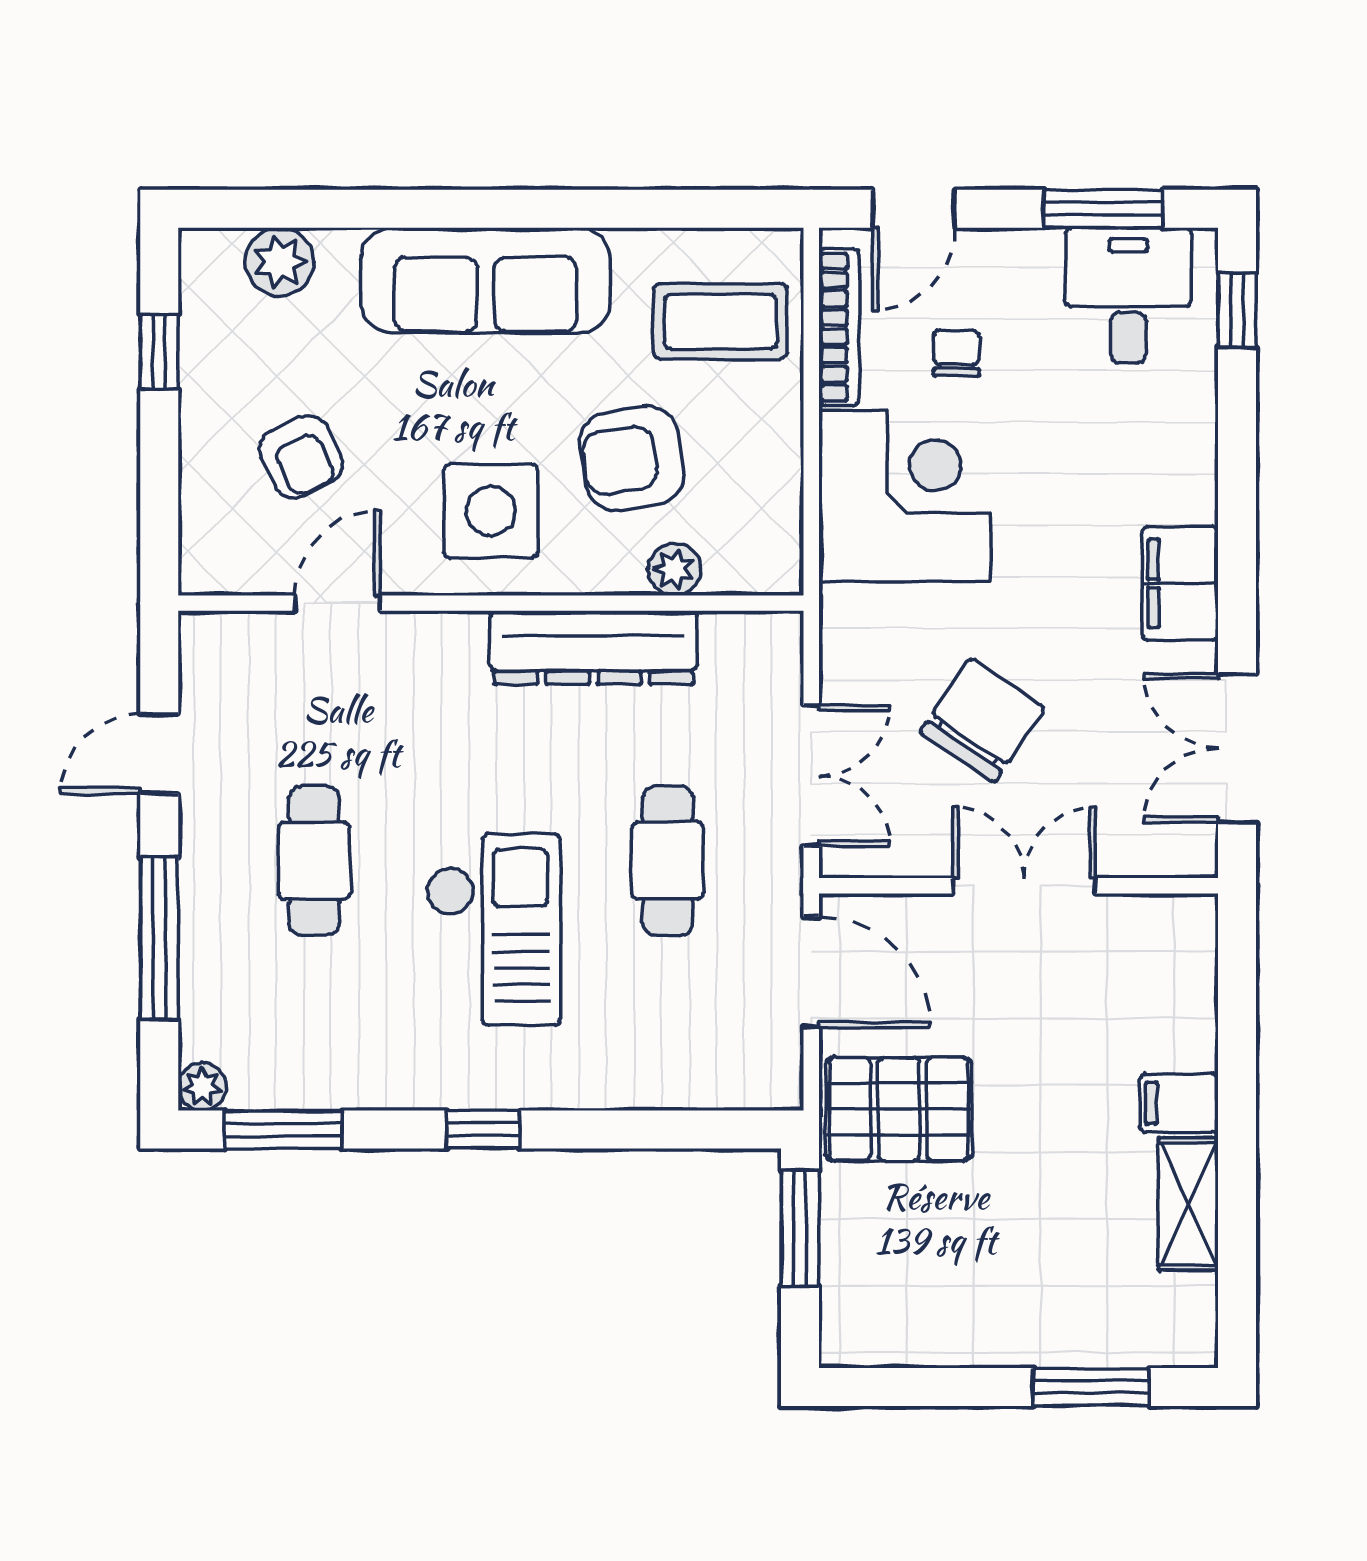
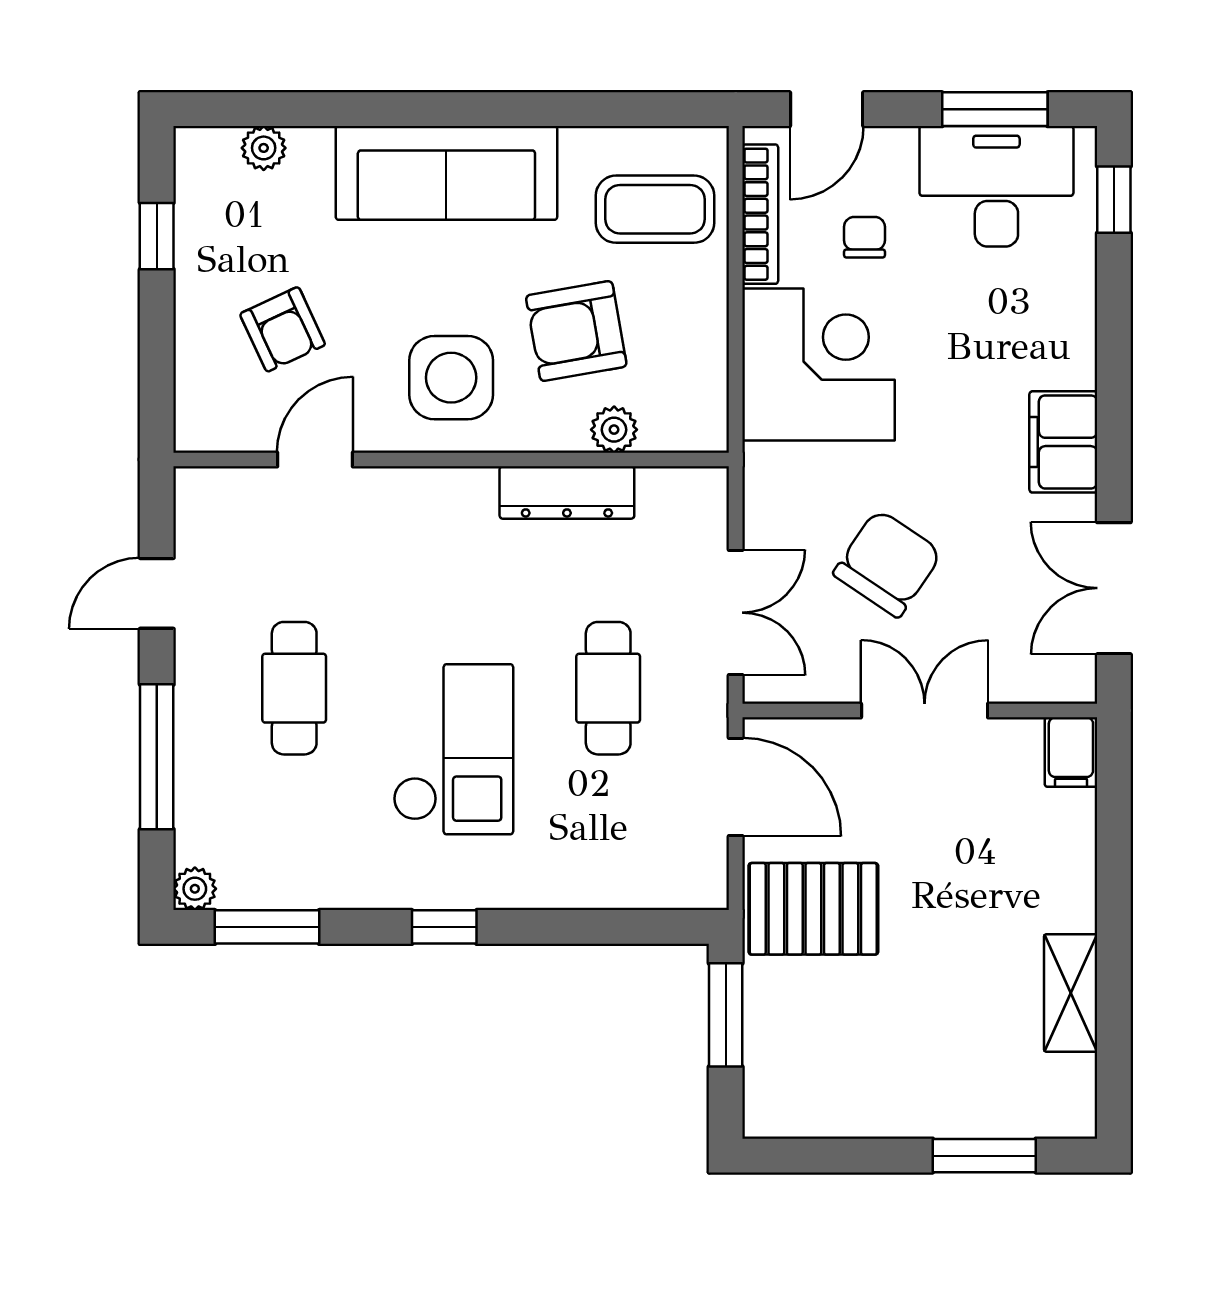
plant: (280, 262) -> (264, 148), width x0.73, depth x0.73
desk: (1128, 296) -> (996, 186), width x1.37
dresser: (594, 648) -> (567, 492), width x0.73, depth x0.80
filing cabinet: (1179, 1103) -> (1071, 752), moved, turned -90

